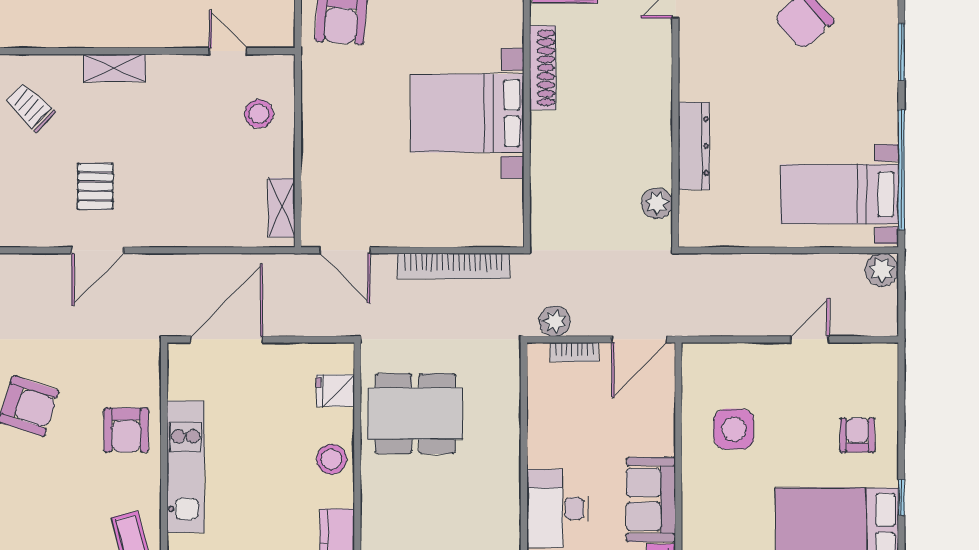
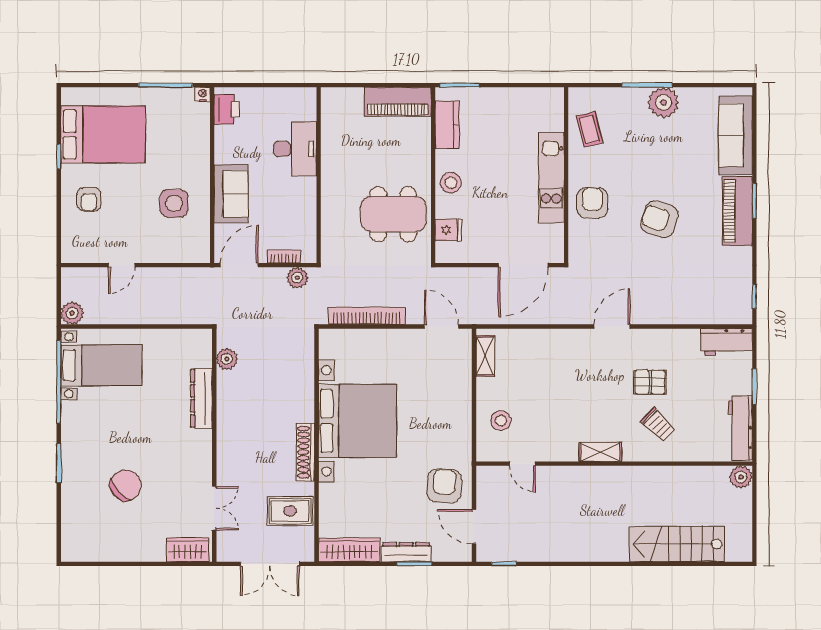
bed with nightstands: (467, 113) -> (358, 421), width x1.36
pallet: (95, 186) -> (650, 382), moved, turned 90
sofa: (651, 500) -> (231, 194), moved

